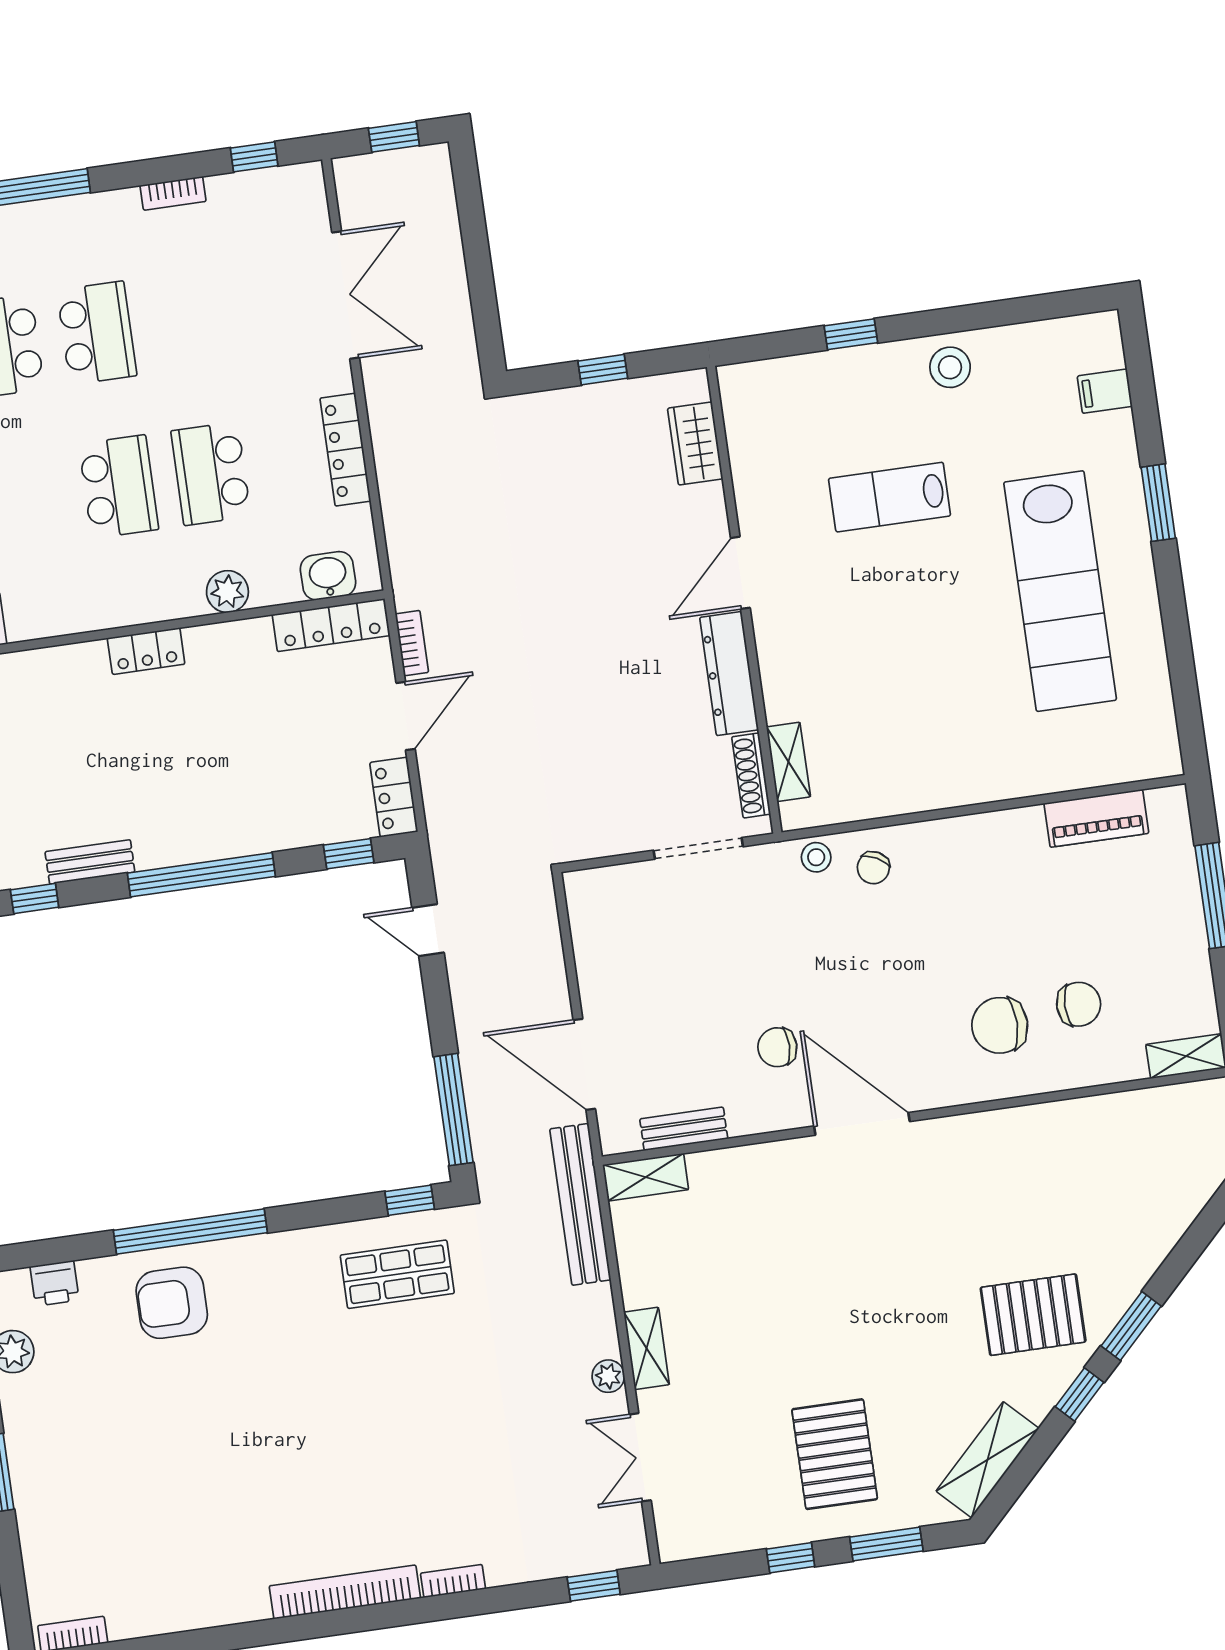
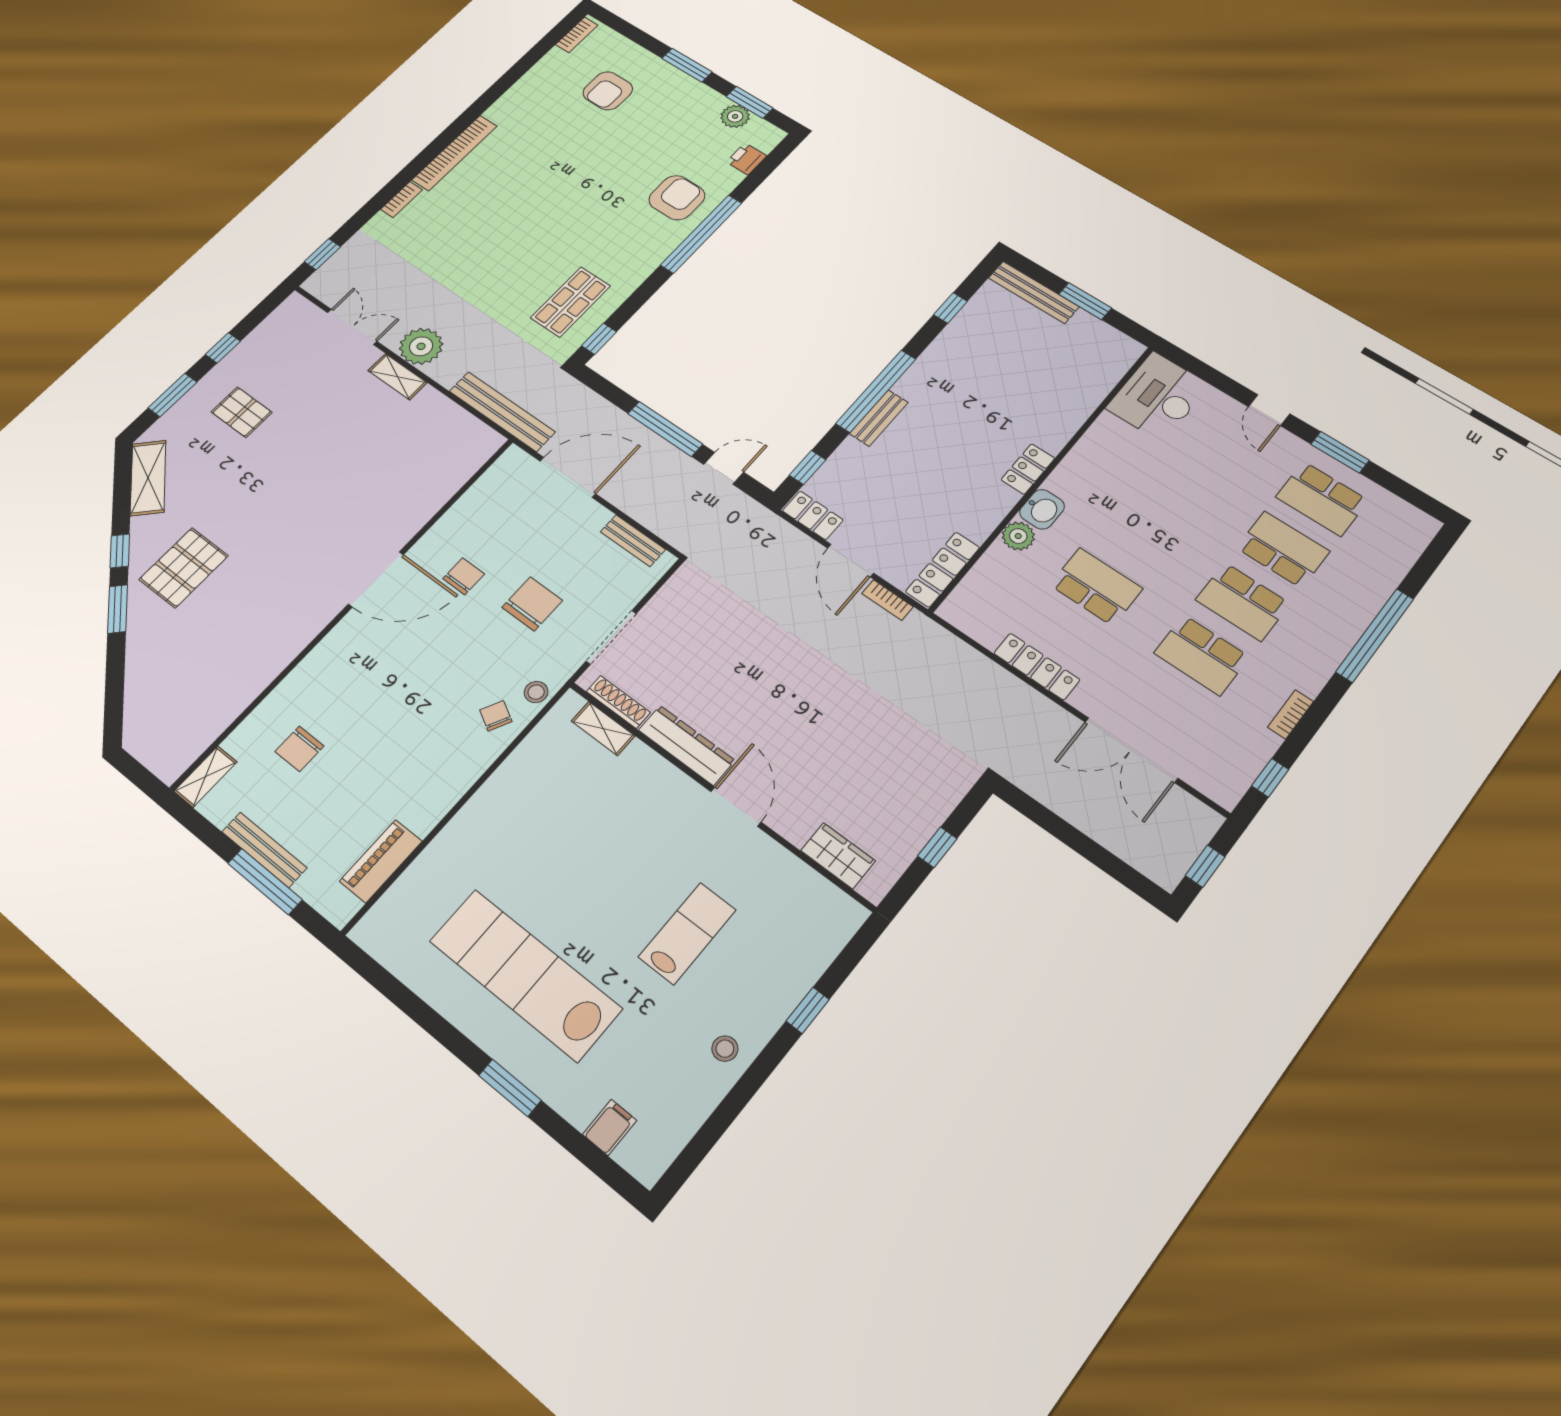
stool: (950, 367) -> (725, 1049), width x0.73, depth x0.73
school desk: (119, 487) -> (1202, 655), moved
washbasin: (328, 576) -> (1042, 509), moved
bench: (90, 862) -> (879, 418), moved
bench: (1190, 929) -> (264, 850), added
chair: (1000, 1025) -> (532, 604), moved
window: (453, 1110) -> (665, 429), moved
bench: (684, 1129) -> (633, 541), moved, turned 90
shelving: (646, 1177) -> (478, 453), removed
plant: (608, 1376) -> (421, 346), width x1.87, depth x1.87
pallet: (835, 1454) -> (242, 412), width x0.67, depth x0.71
armchair: (111, 1520) -> (608, 91), added

